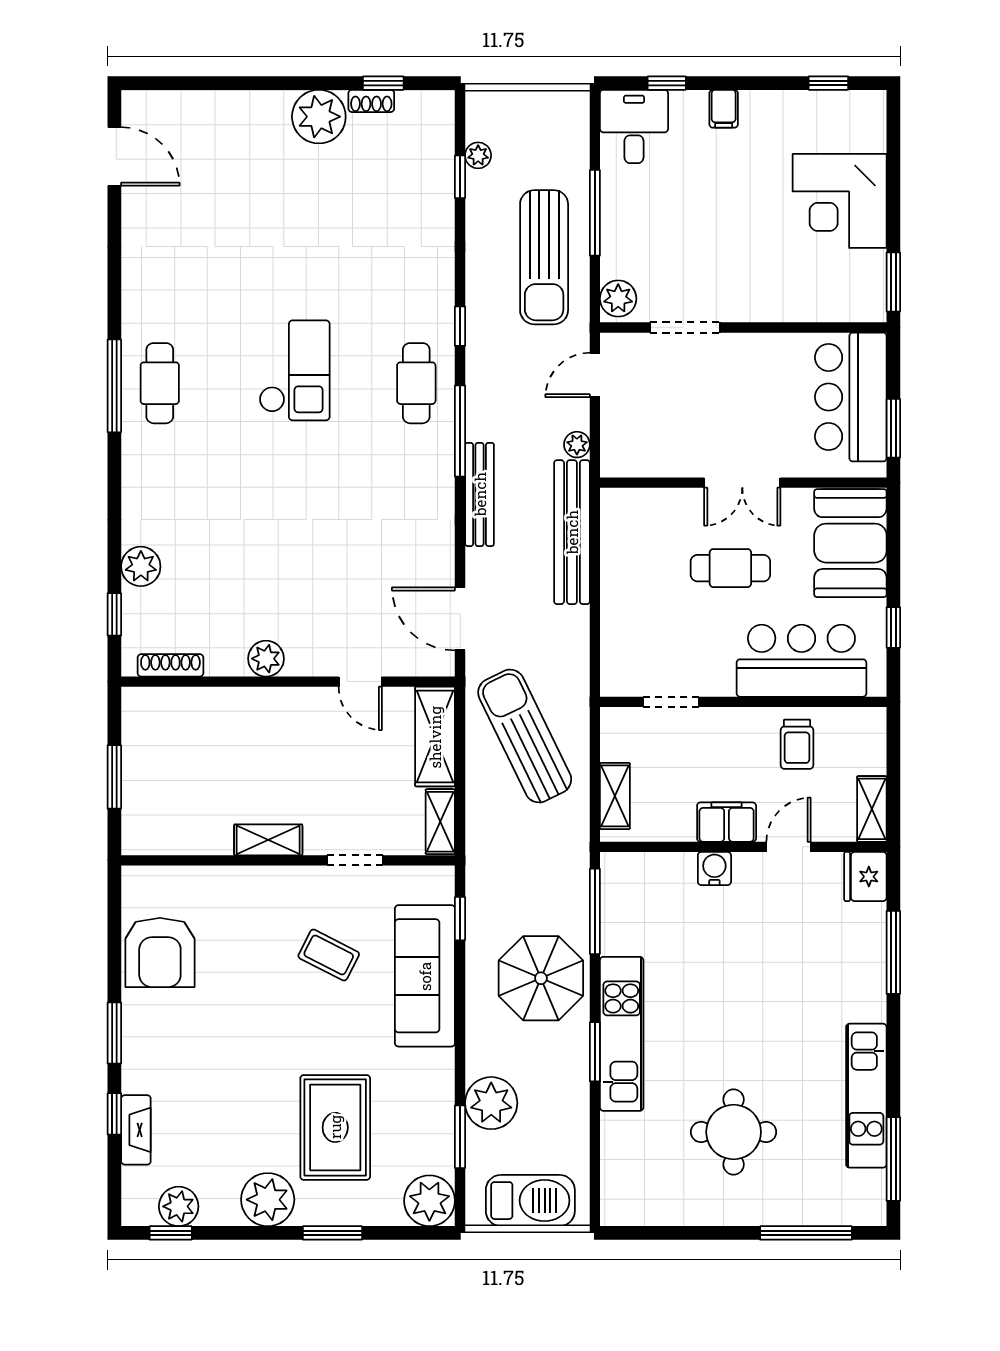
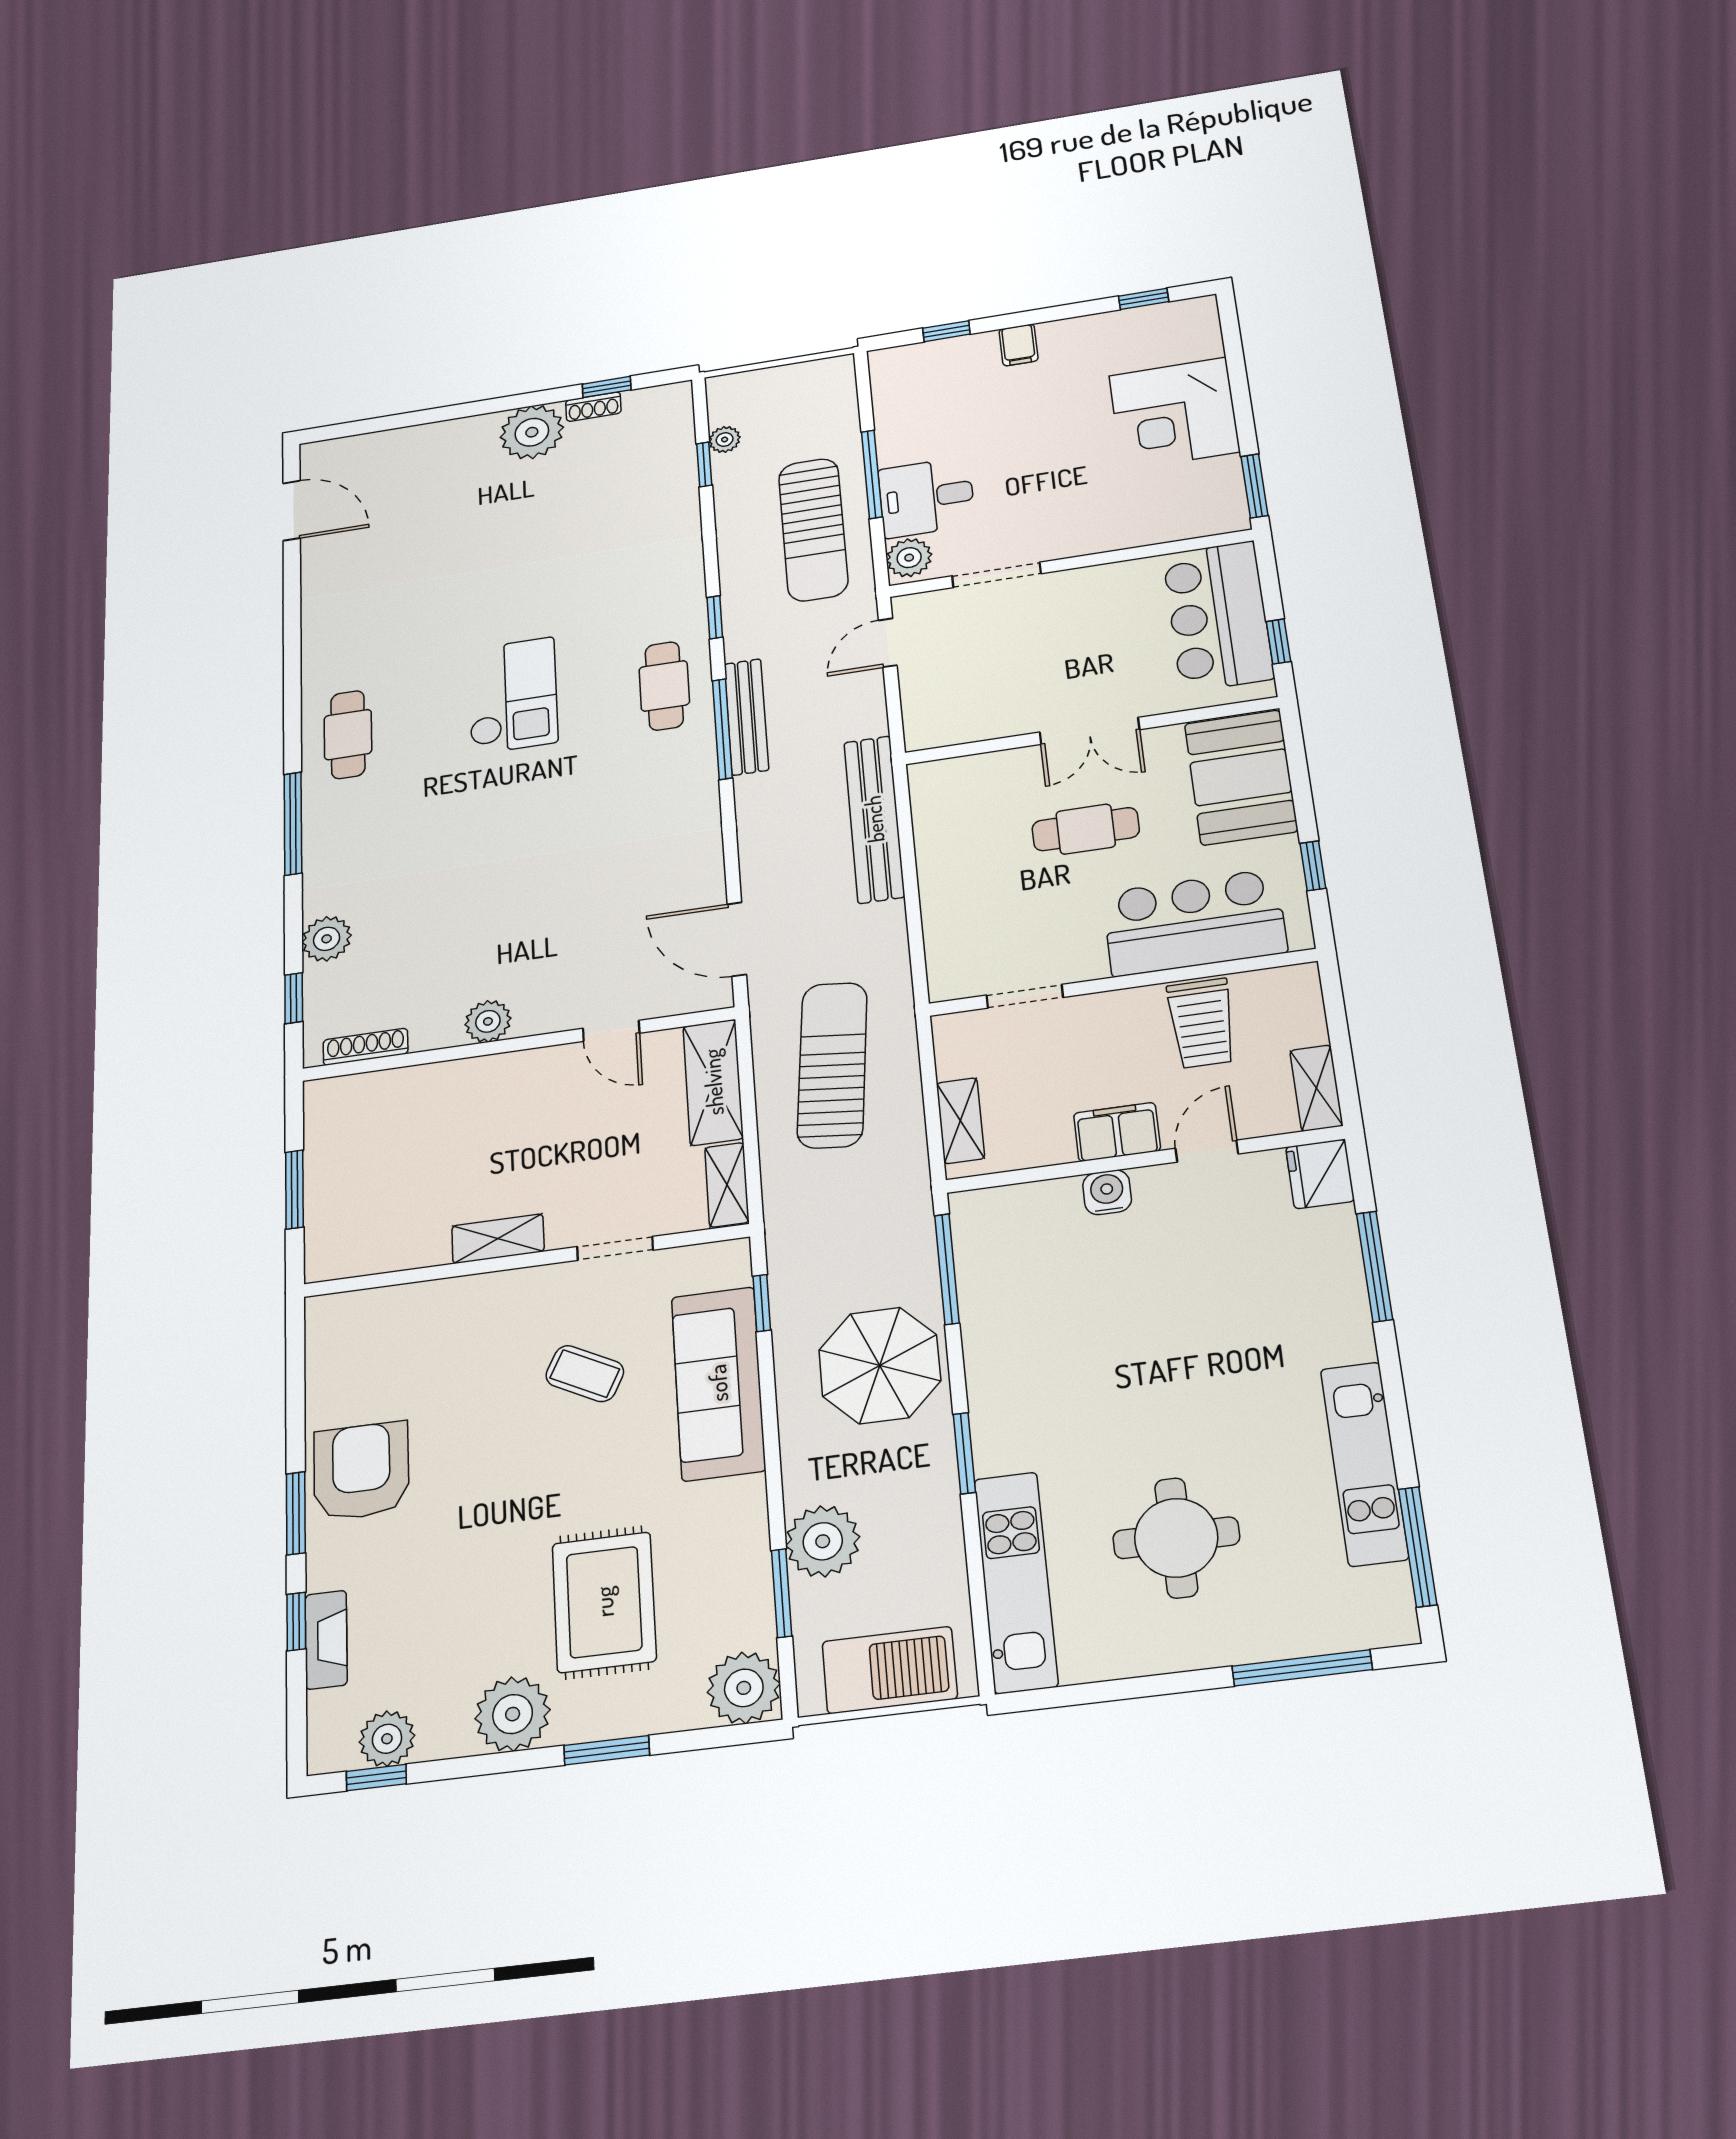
desk: (634, 126) -> (926, 497), moved, turned -90
window: (114, 386) -> (293, 823), moved
window: (893, 428) -> (1278, 641), width x0.67
plant: (577, 445) -> (872, 721), removed
bench: (480, 494) -> (746, 717), moved
sun lounger: (525, 736) -> (832, 1065), turned 32
trolley: (797, 744) -> (1202, 1023), width x1.36, depth x1.39
armchair: (160, 952) -> (361, 1471), moved, turned 180
kitchen unit: (622, 1034) -> (1016, 1582), moved

